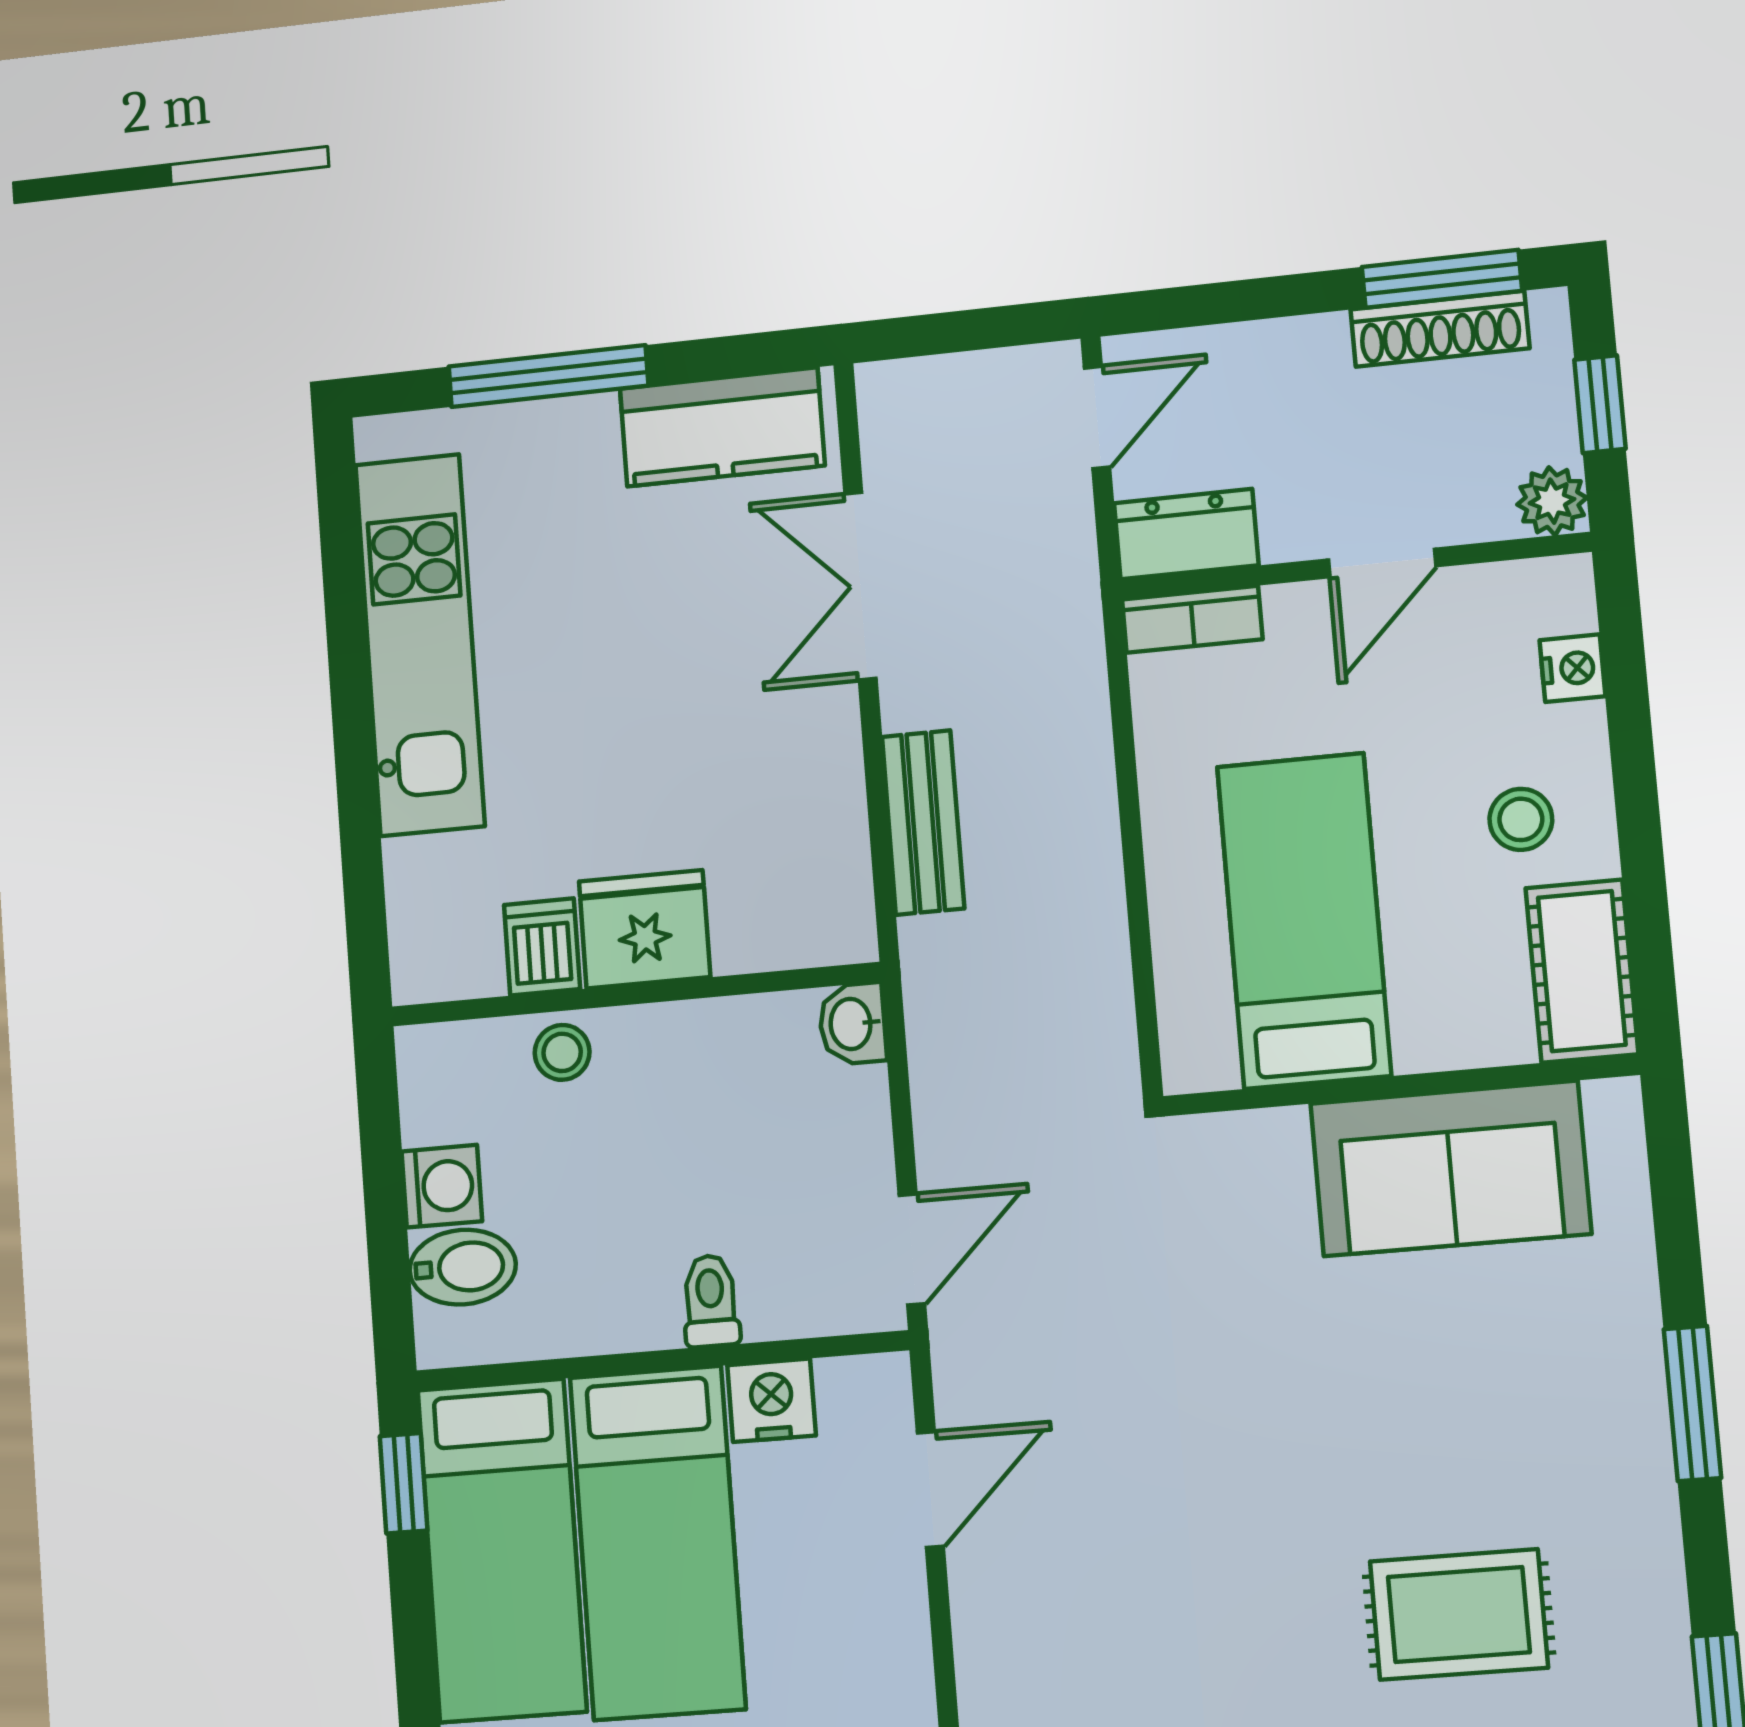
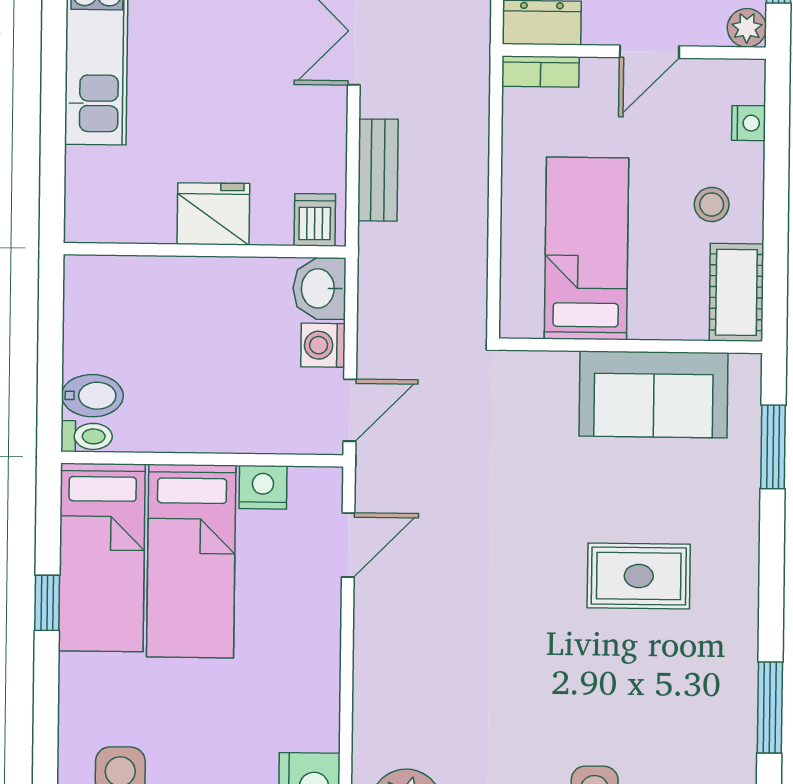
dishwasher: (542, 947) -> (315, 220), moved
washbasin: (852, 1024) -> (319, 288), width x1.38, depth x1.45
stool: (562, 1052) -> (160, 279), removed
washing machine: (442, 1186) -> (323, 345), moved, turned 180
toilet: (711, 1301) -> (87, 436), moved, turned 90
window: (1692, 1403) -> (773, 447), moved
window: (404, 1483) -> (47, 603), moved
rug: (1459, 1614) -> (639, 576), moved

